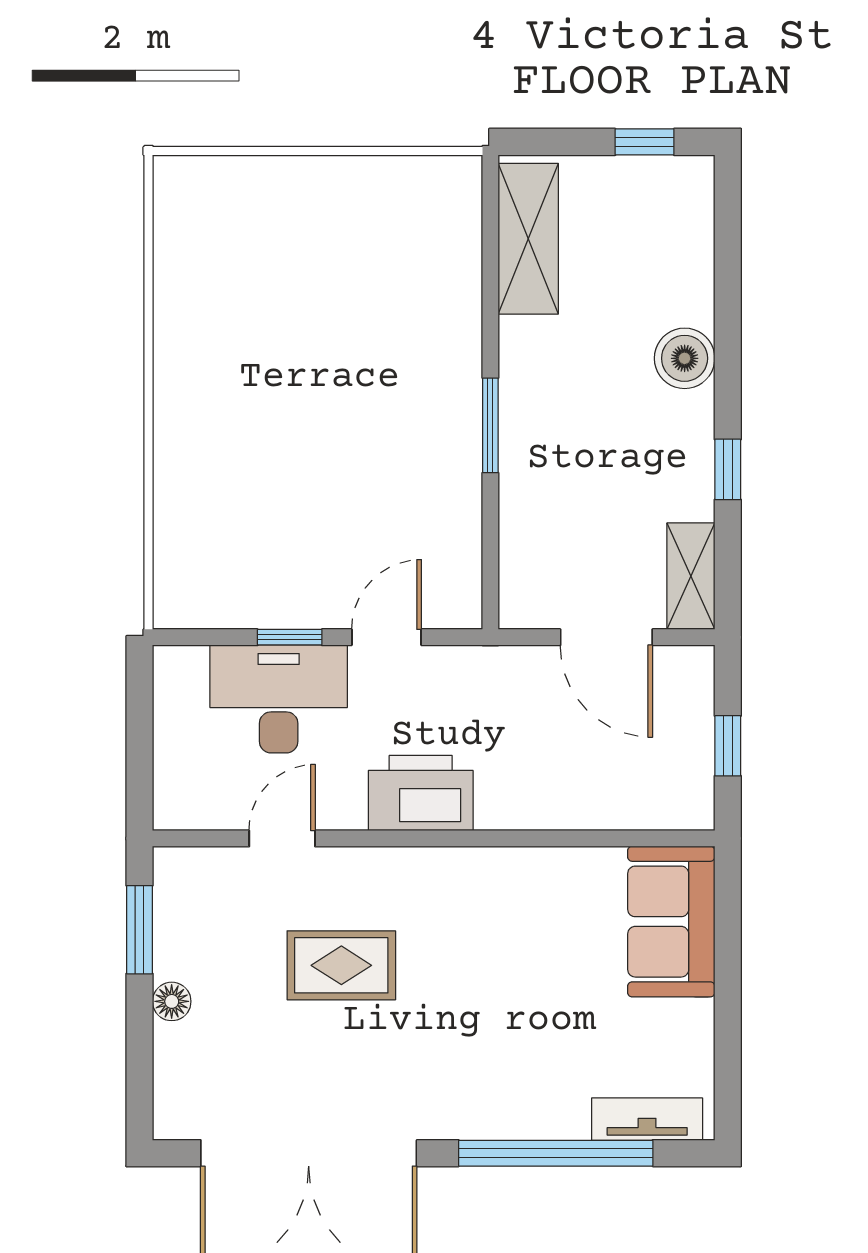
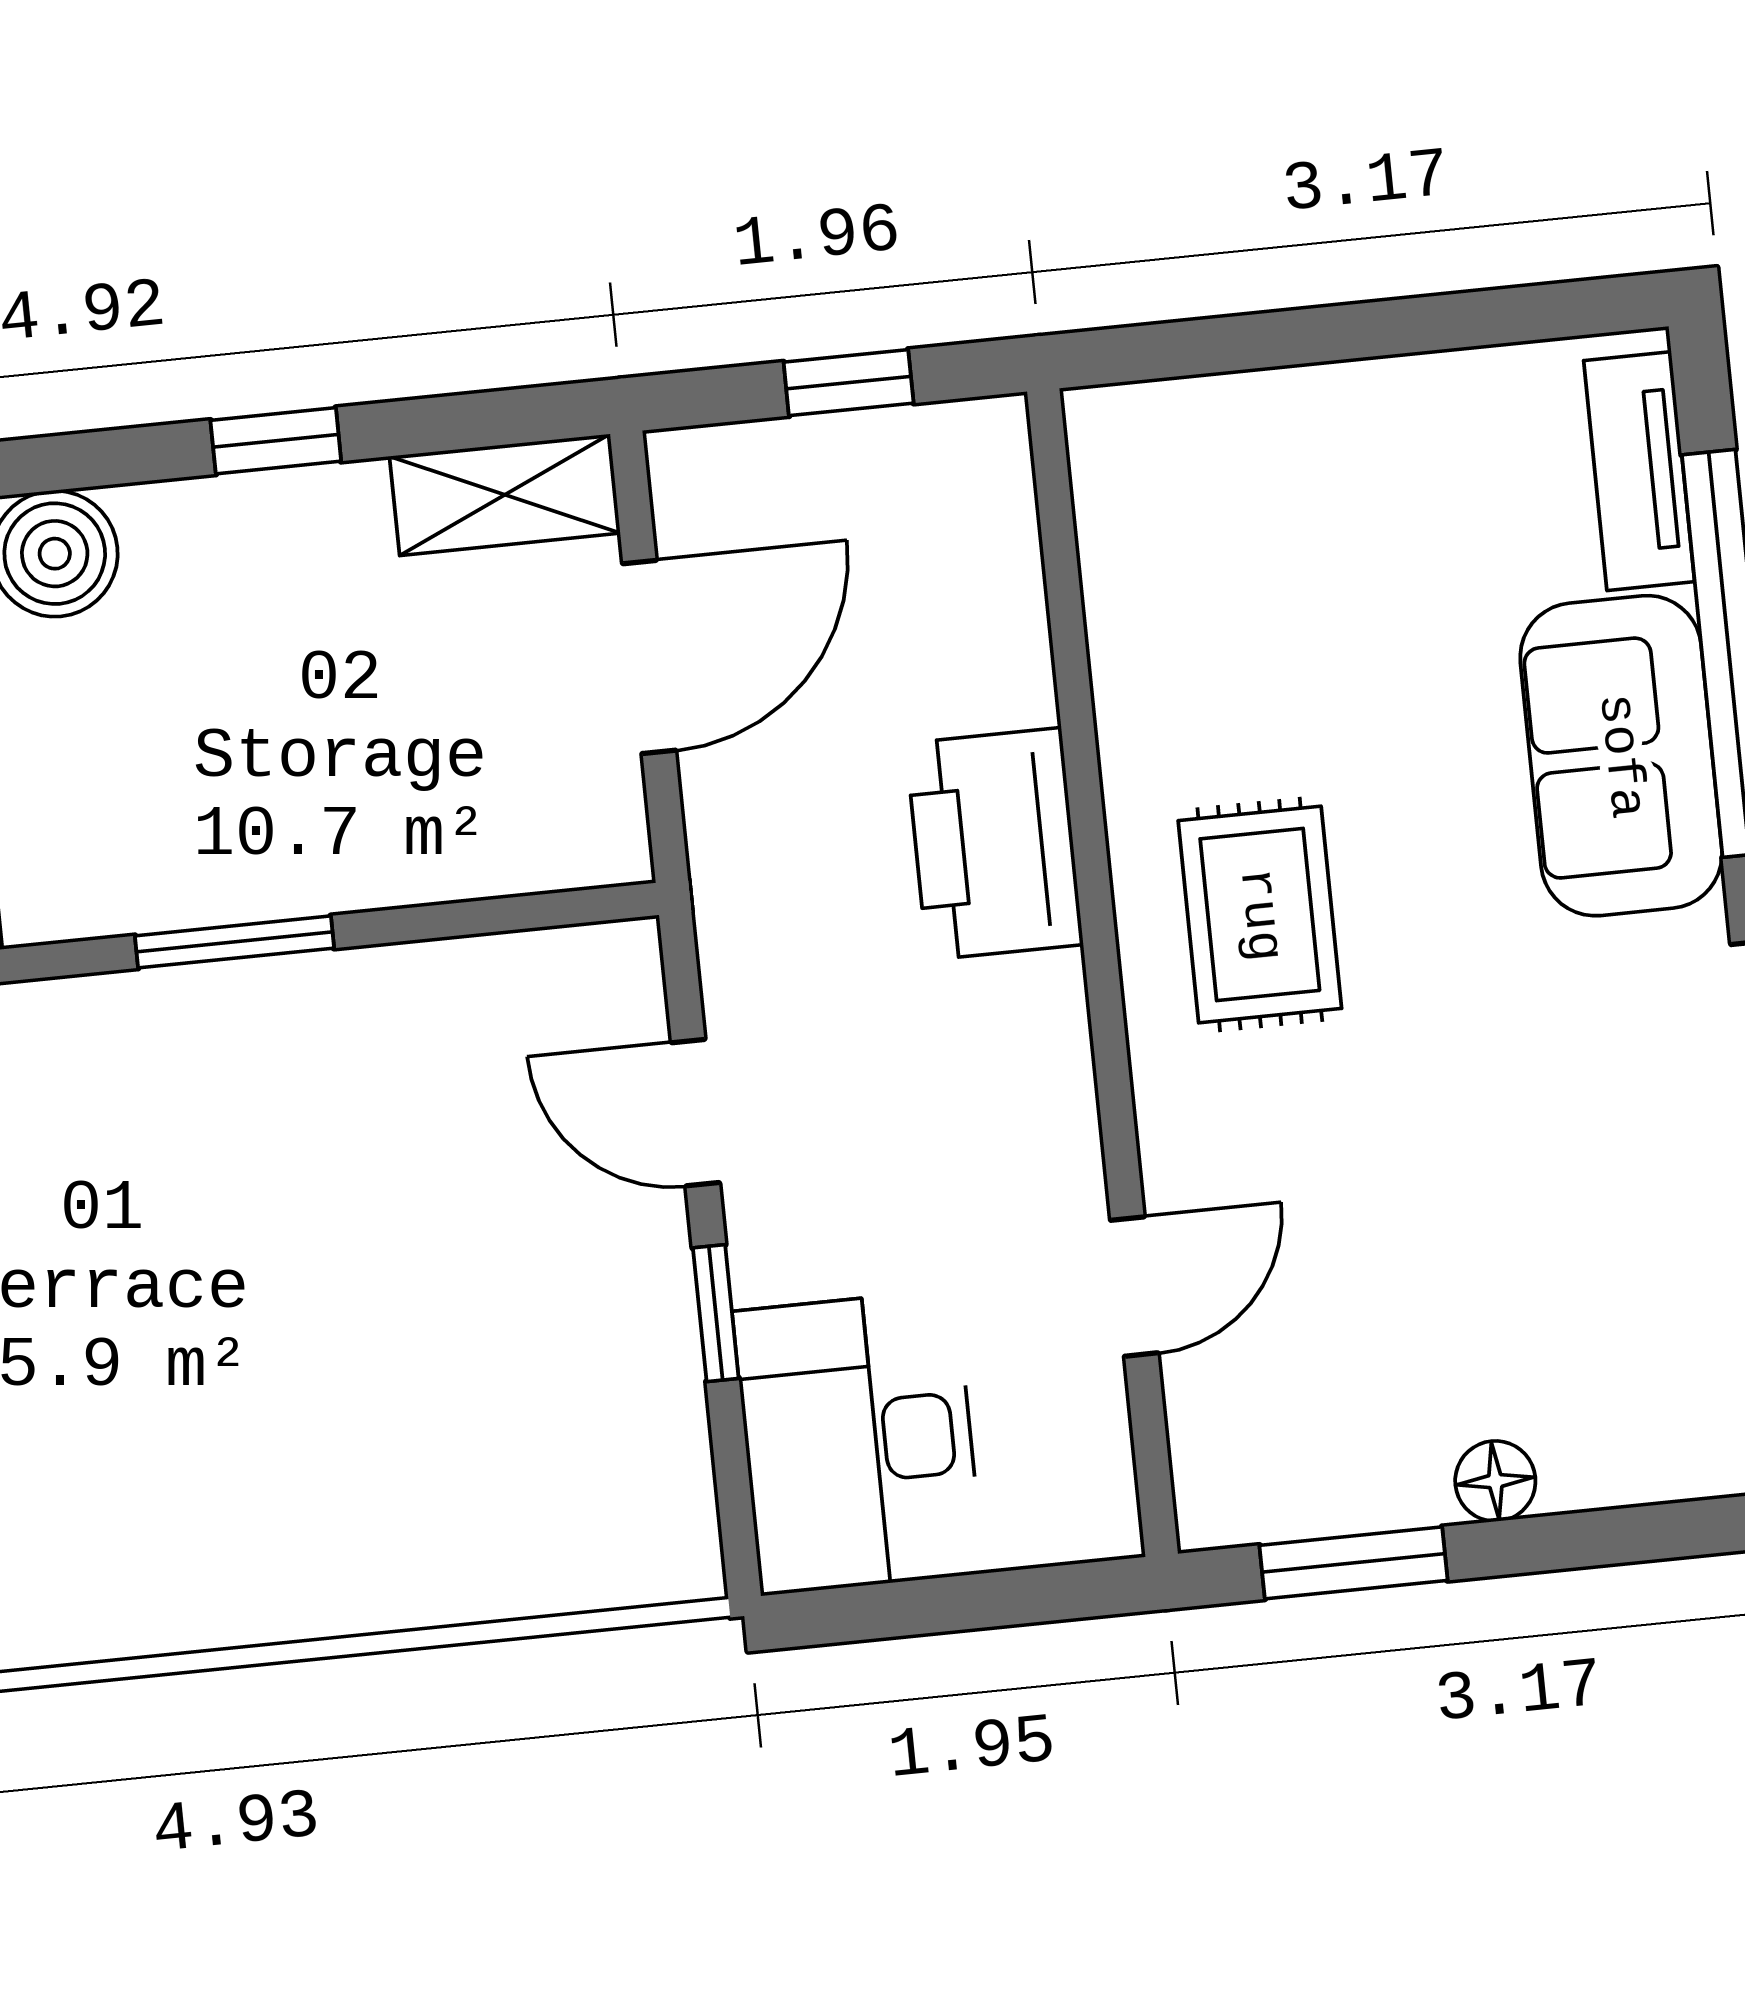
desk: (279, 699) -> (858, 1442), moved
printer: (421, 793) -> (994, 844), moved
door: (282, 838) -> (1134, 1287), swing flipped
sofa: (671, 922) -> (1621, 756), moved, turned 90
rug: (341, 965) -> (1260, 915), moved

